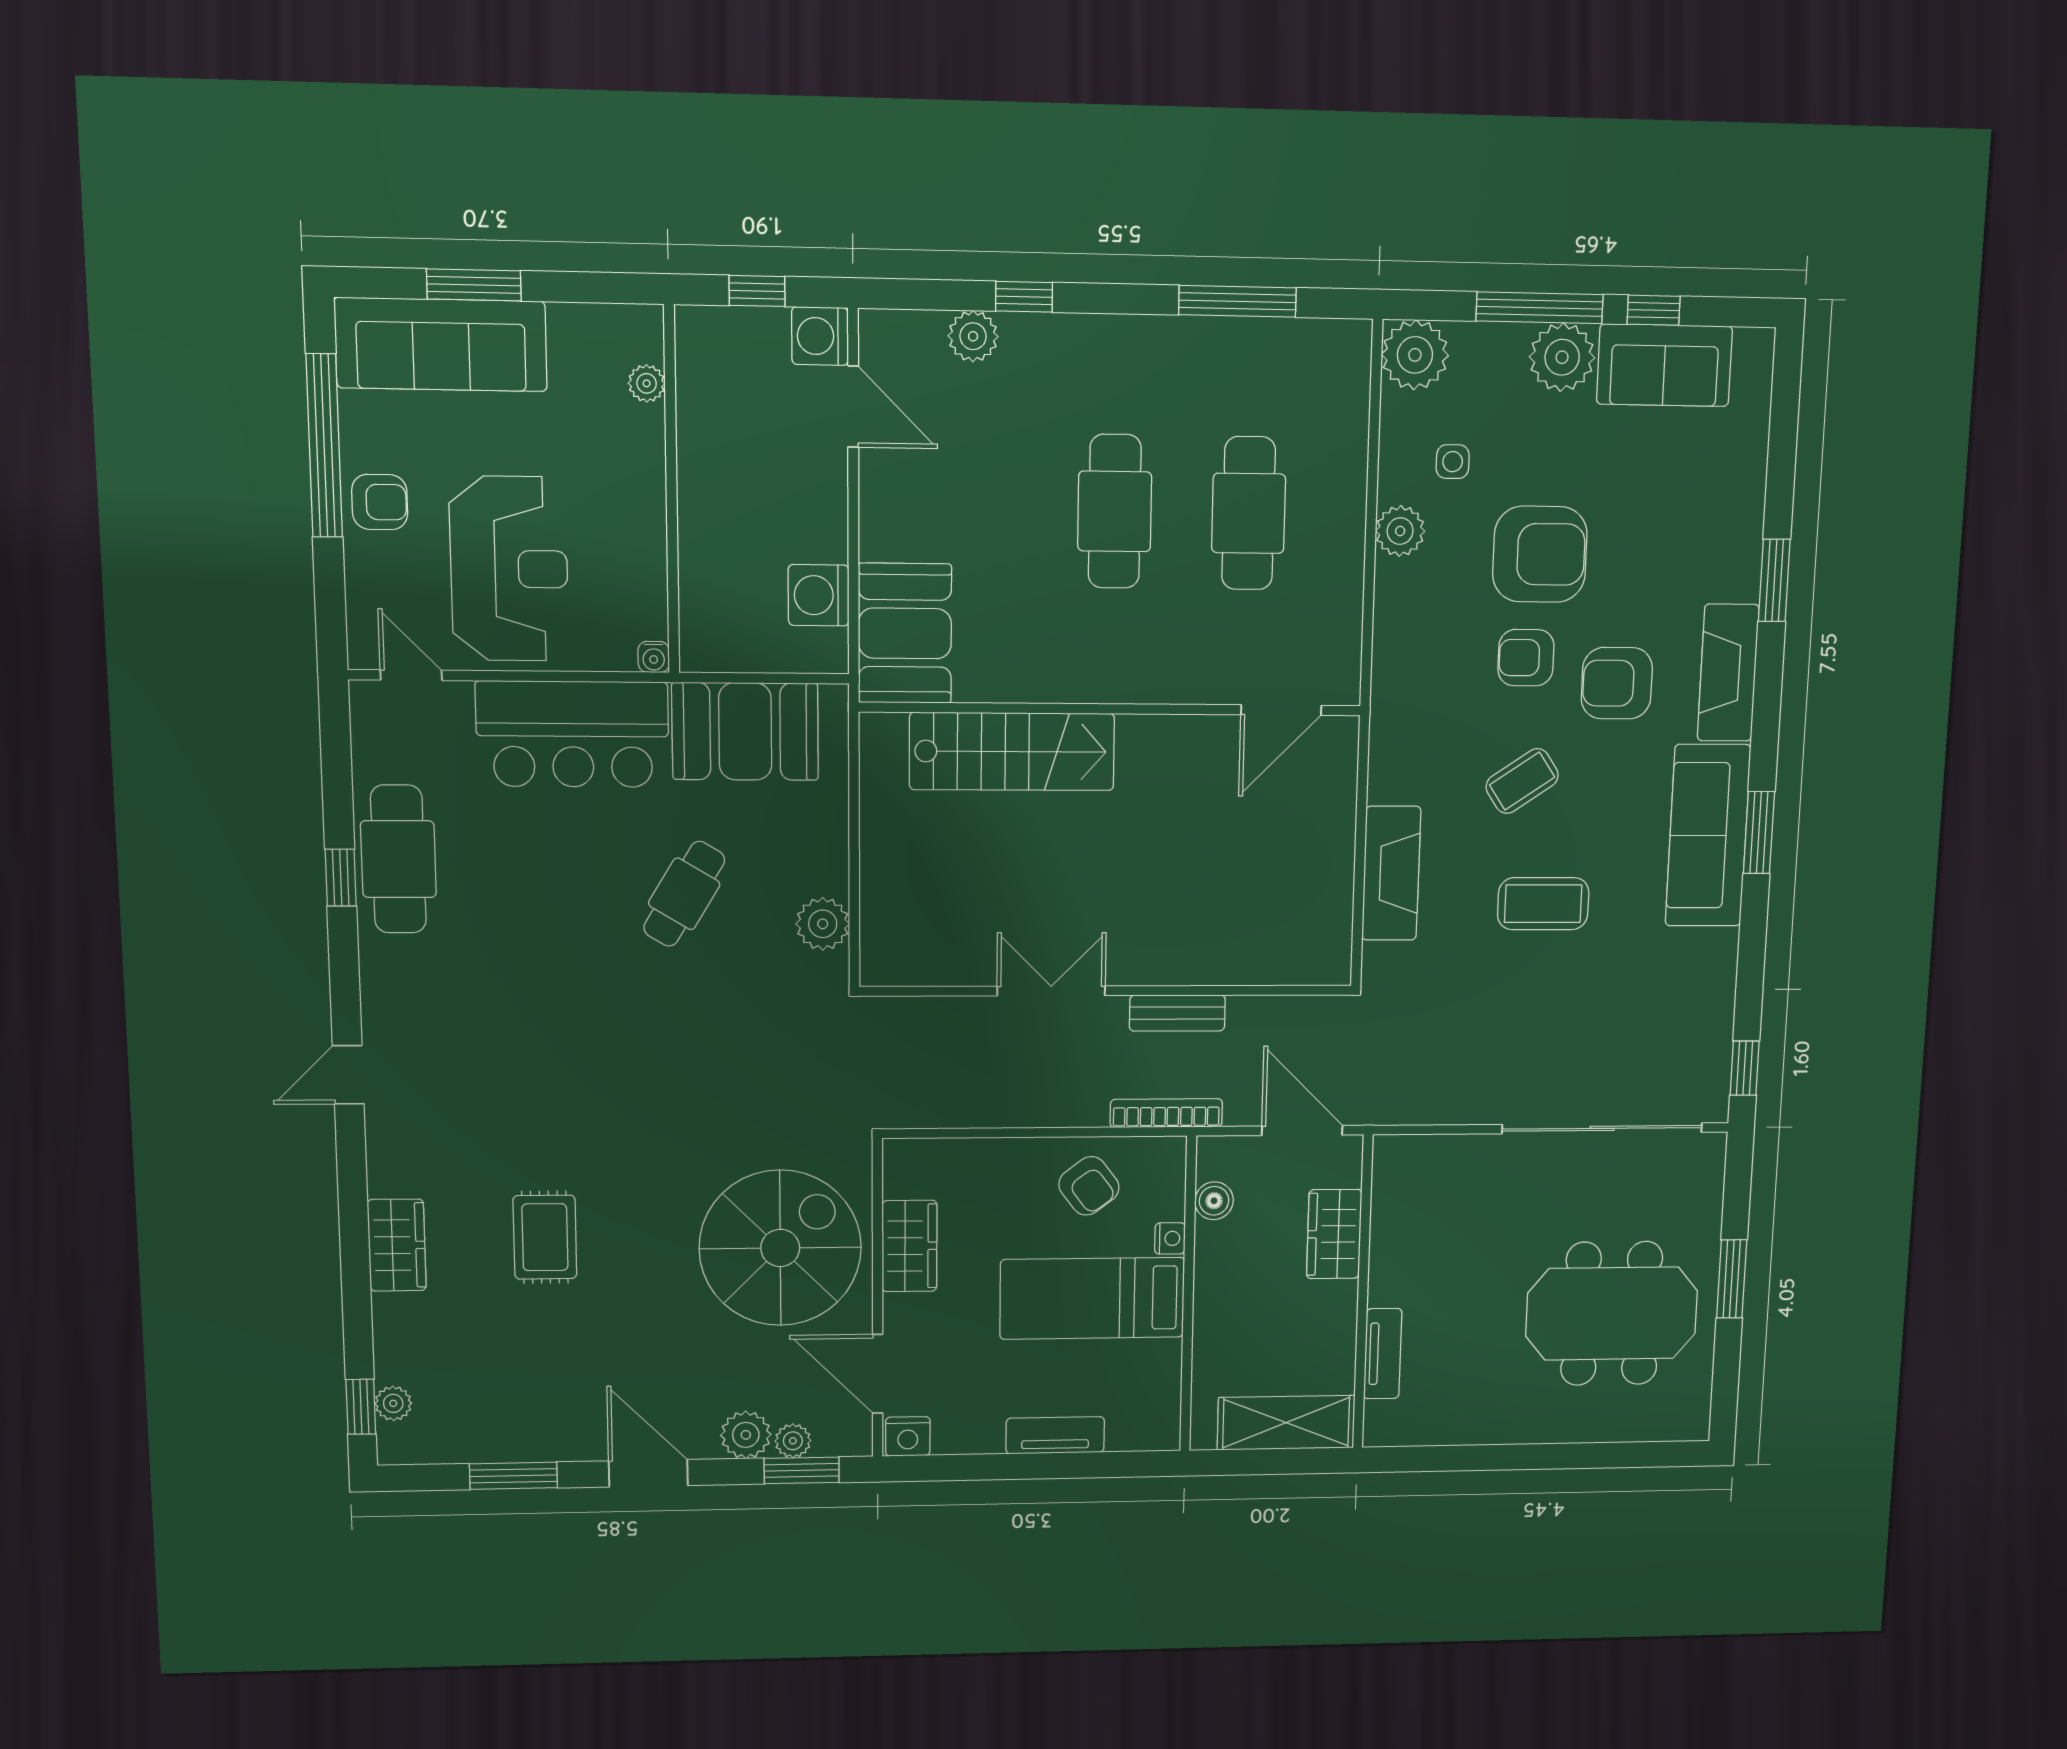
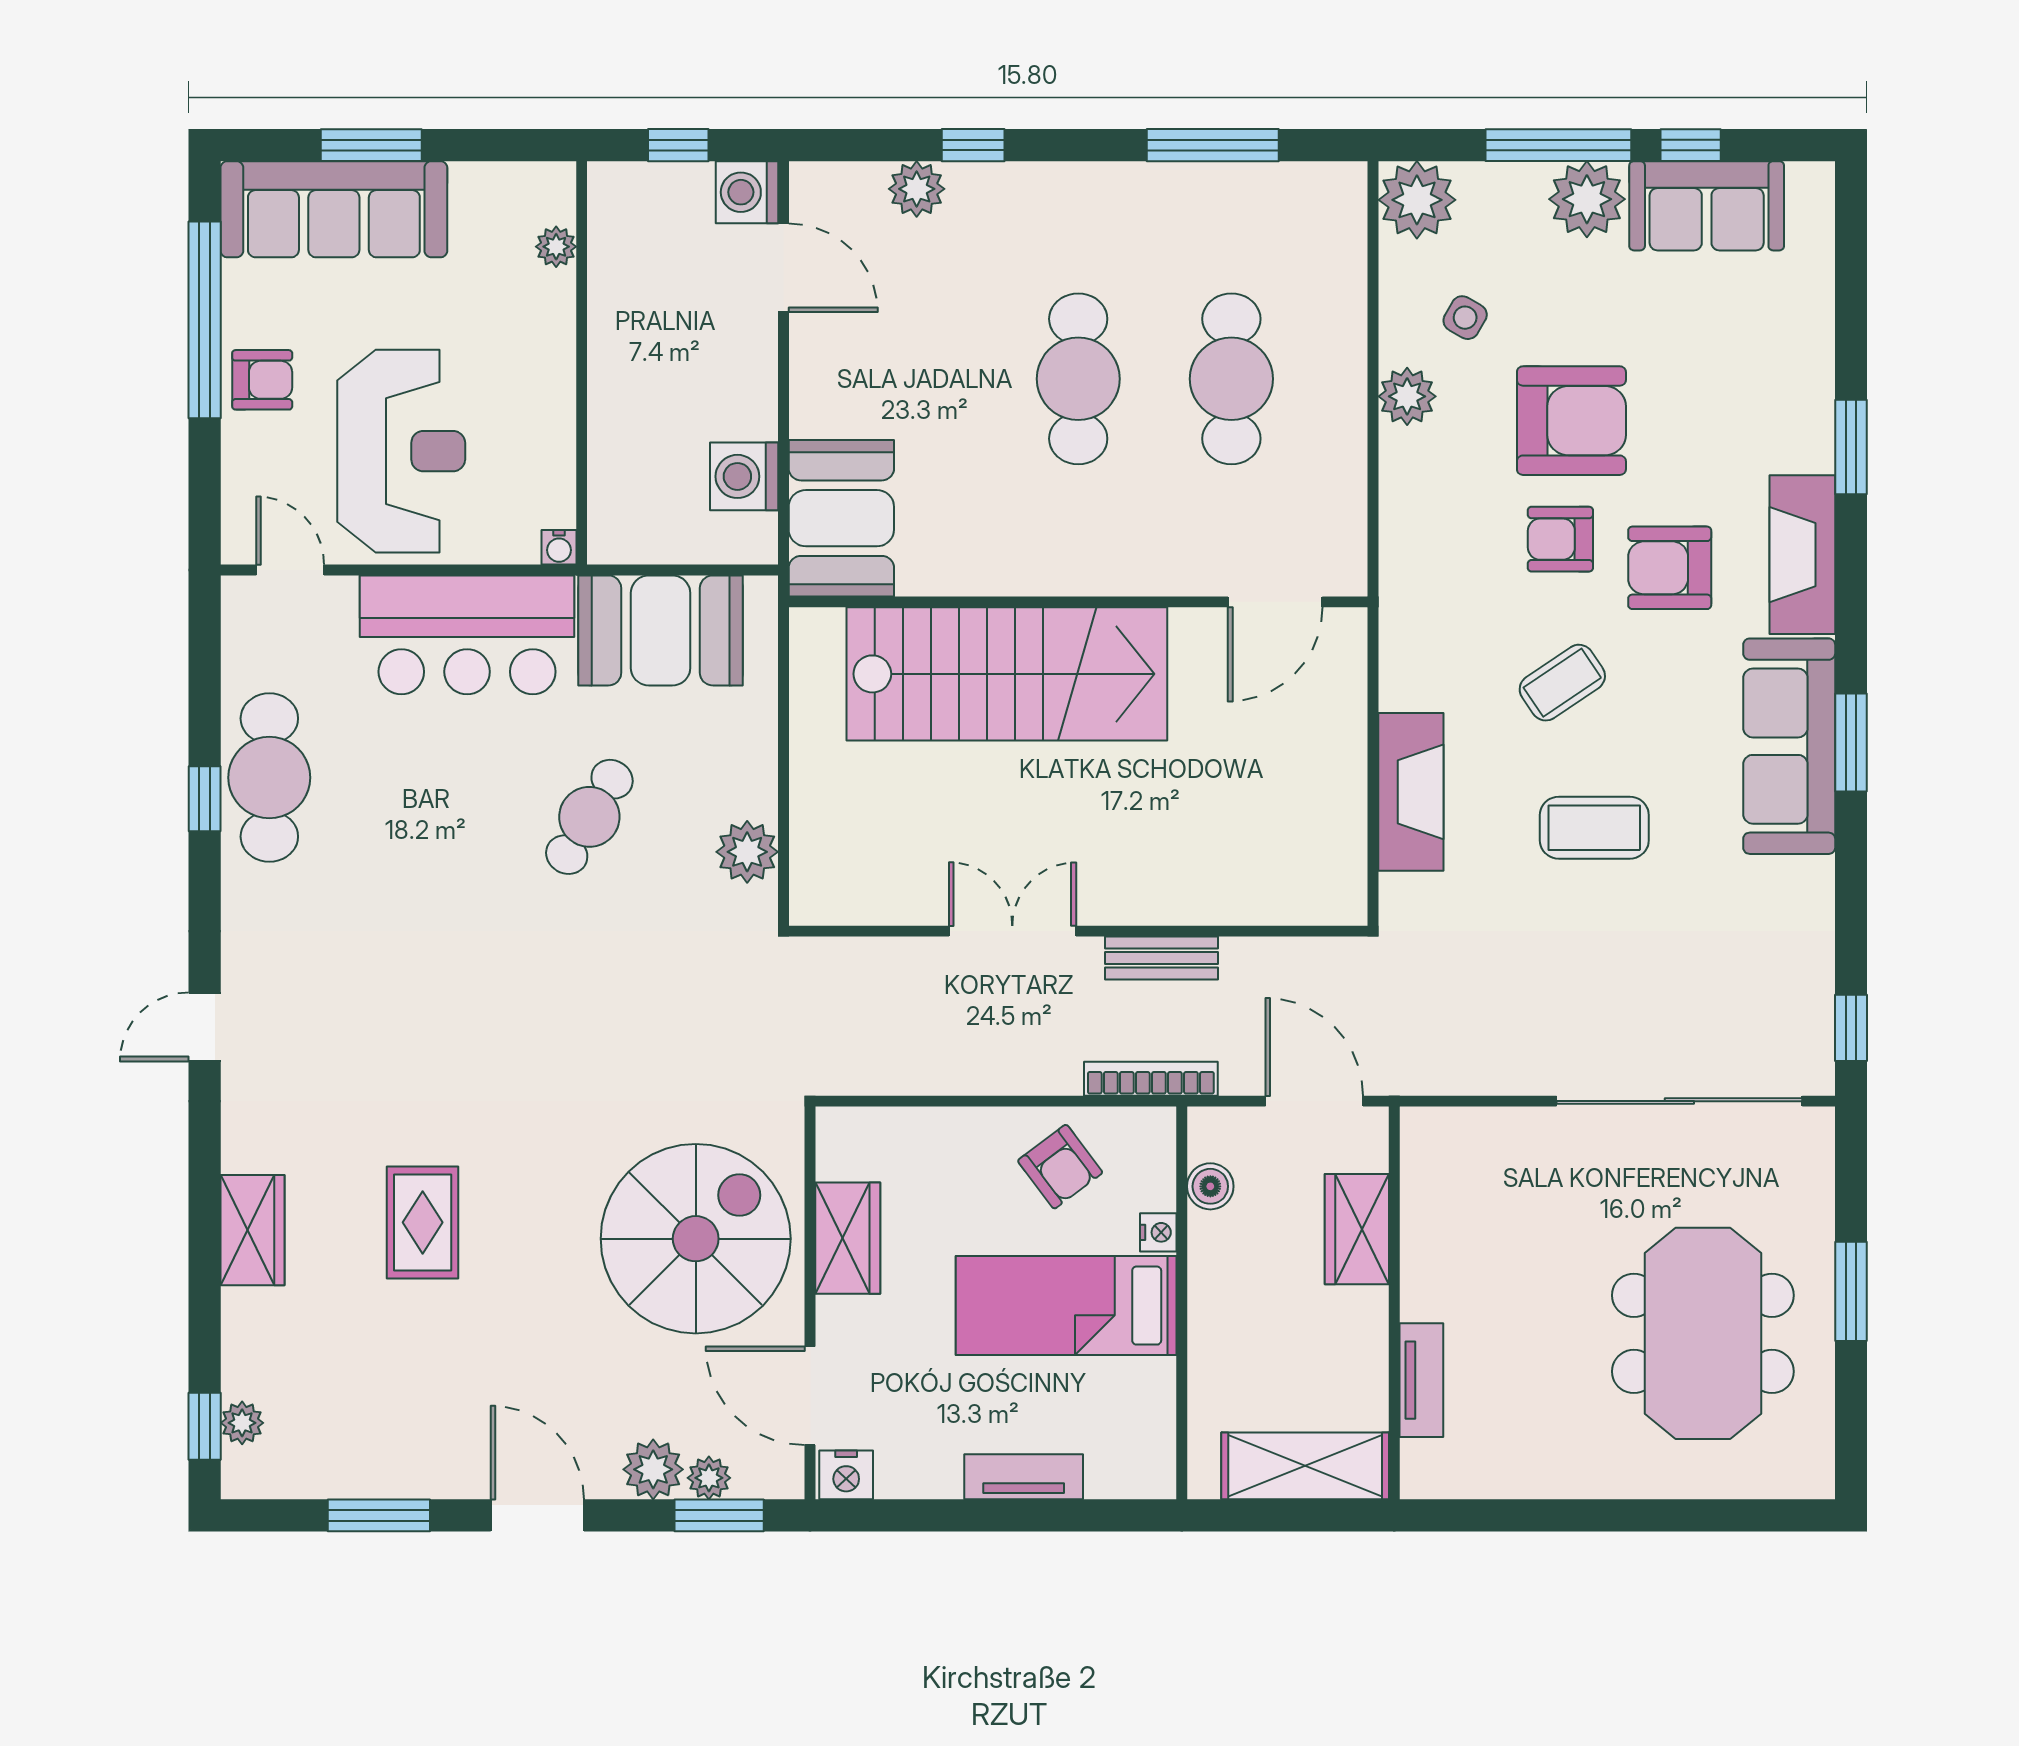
side table: (1453, 462) -> (1465, 318), turned 30
stairs: (1012, 751) -> (1007, 674), width x1.36, depth x1.51
meeting table: (1612, 1314) -> (1703, 1333), turned 90

